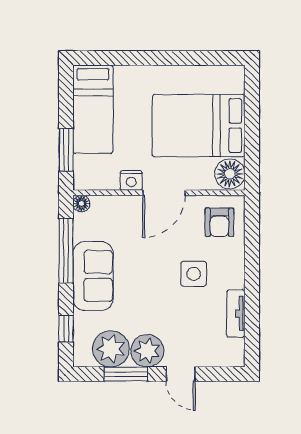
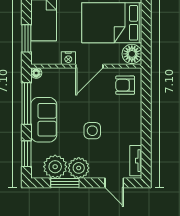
armchair: (219, 222) -> (125, 85), turned 90
side table: (194, 274) -> (92, 131), moved
tv unit: (236, 314) -> (136, 161), moved
window: (66, 329) -> (26, 154), width x1.50
door: (181, 374) -> (114, 183), moved

